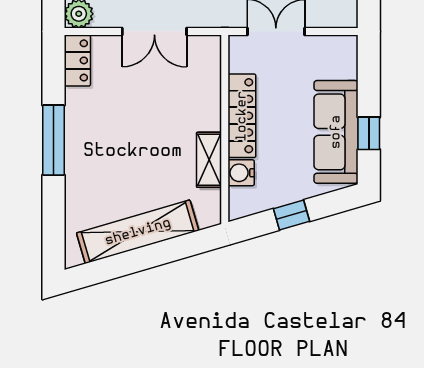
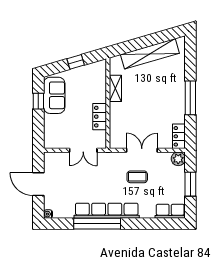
locker: (242, 116) -> (100, 117), width x0.66
sofa: (336, 132) -> (54, 95), width x0.73
water cooler: (241, 173) -> (100, 82), removed

